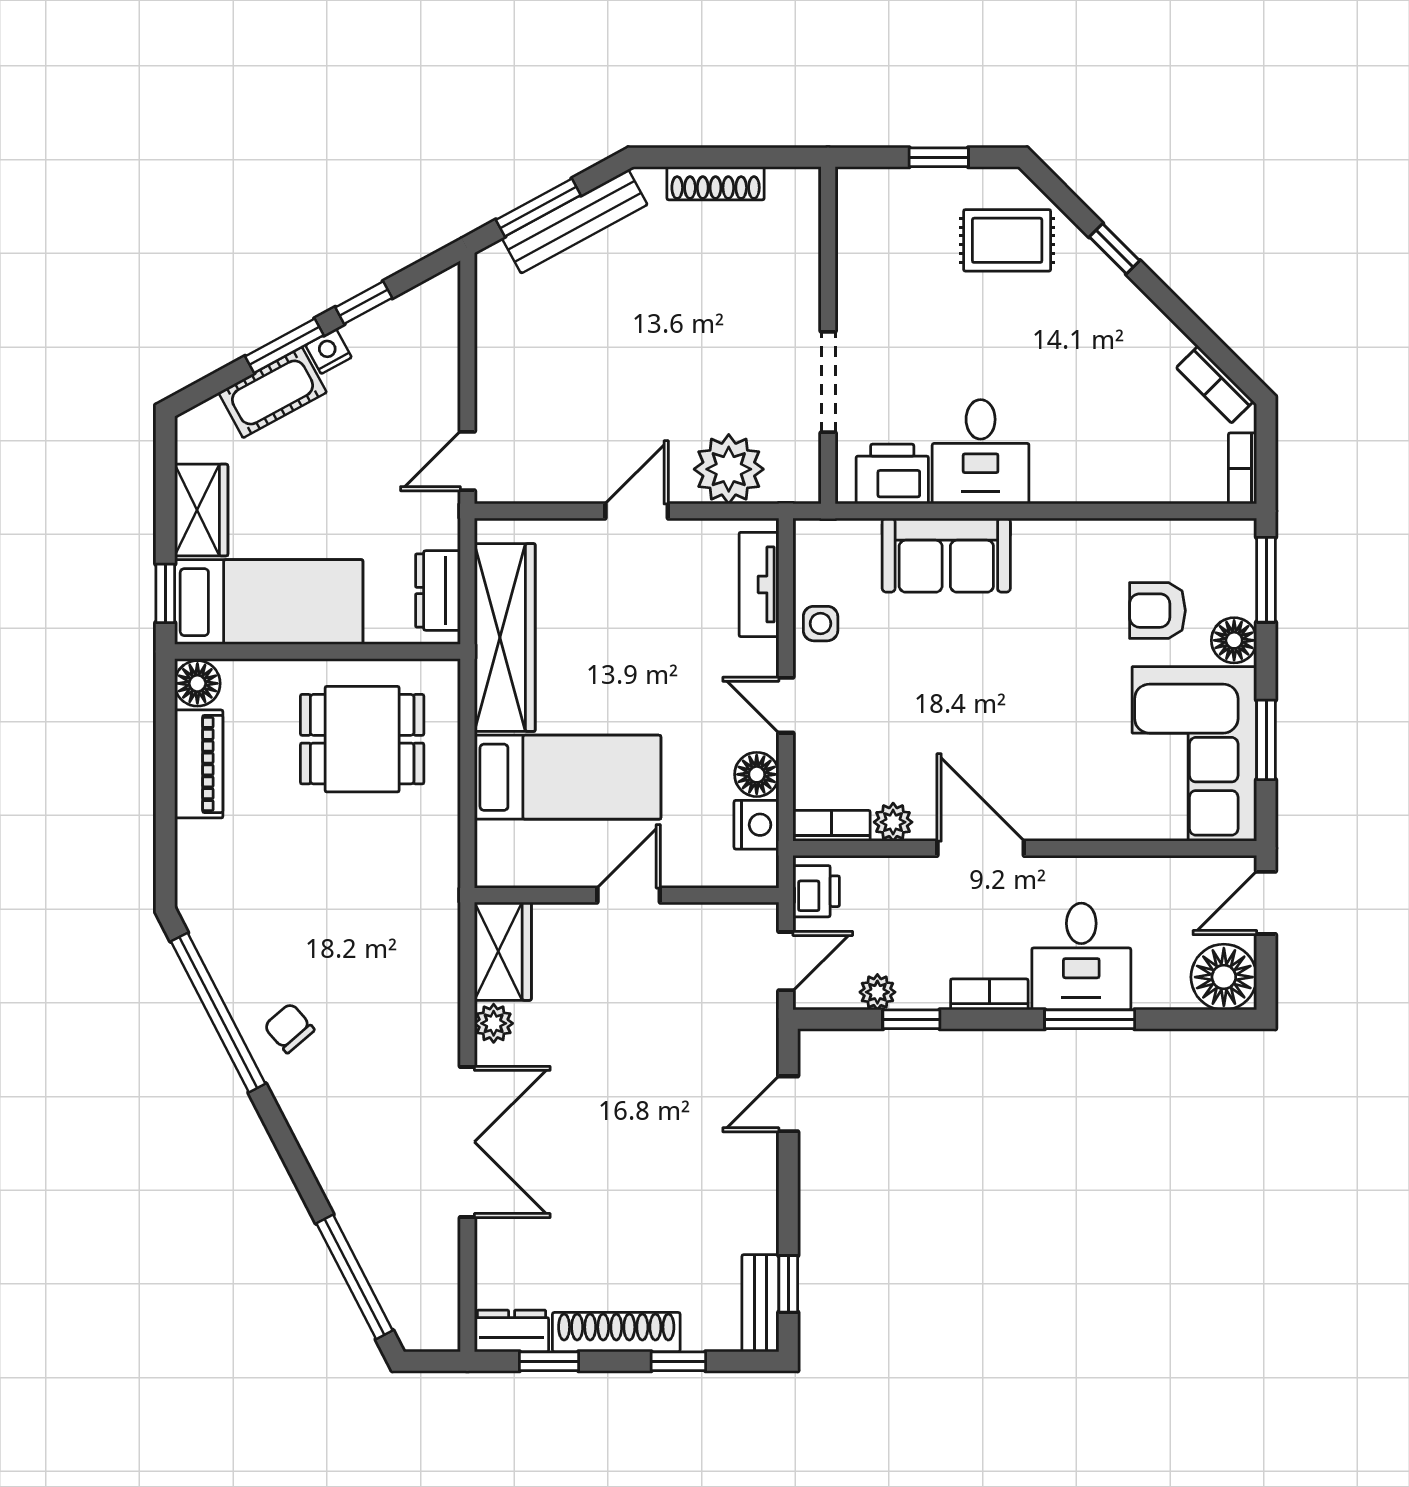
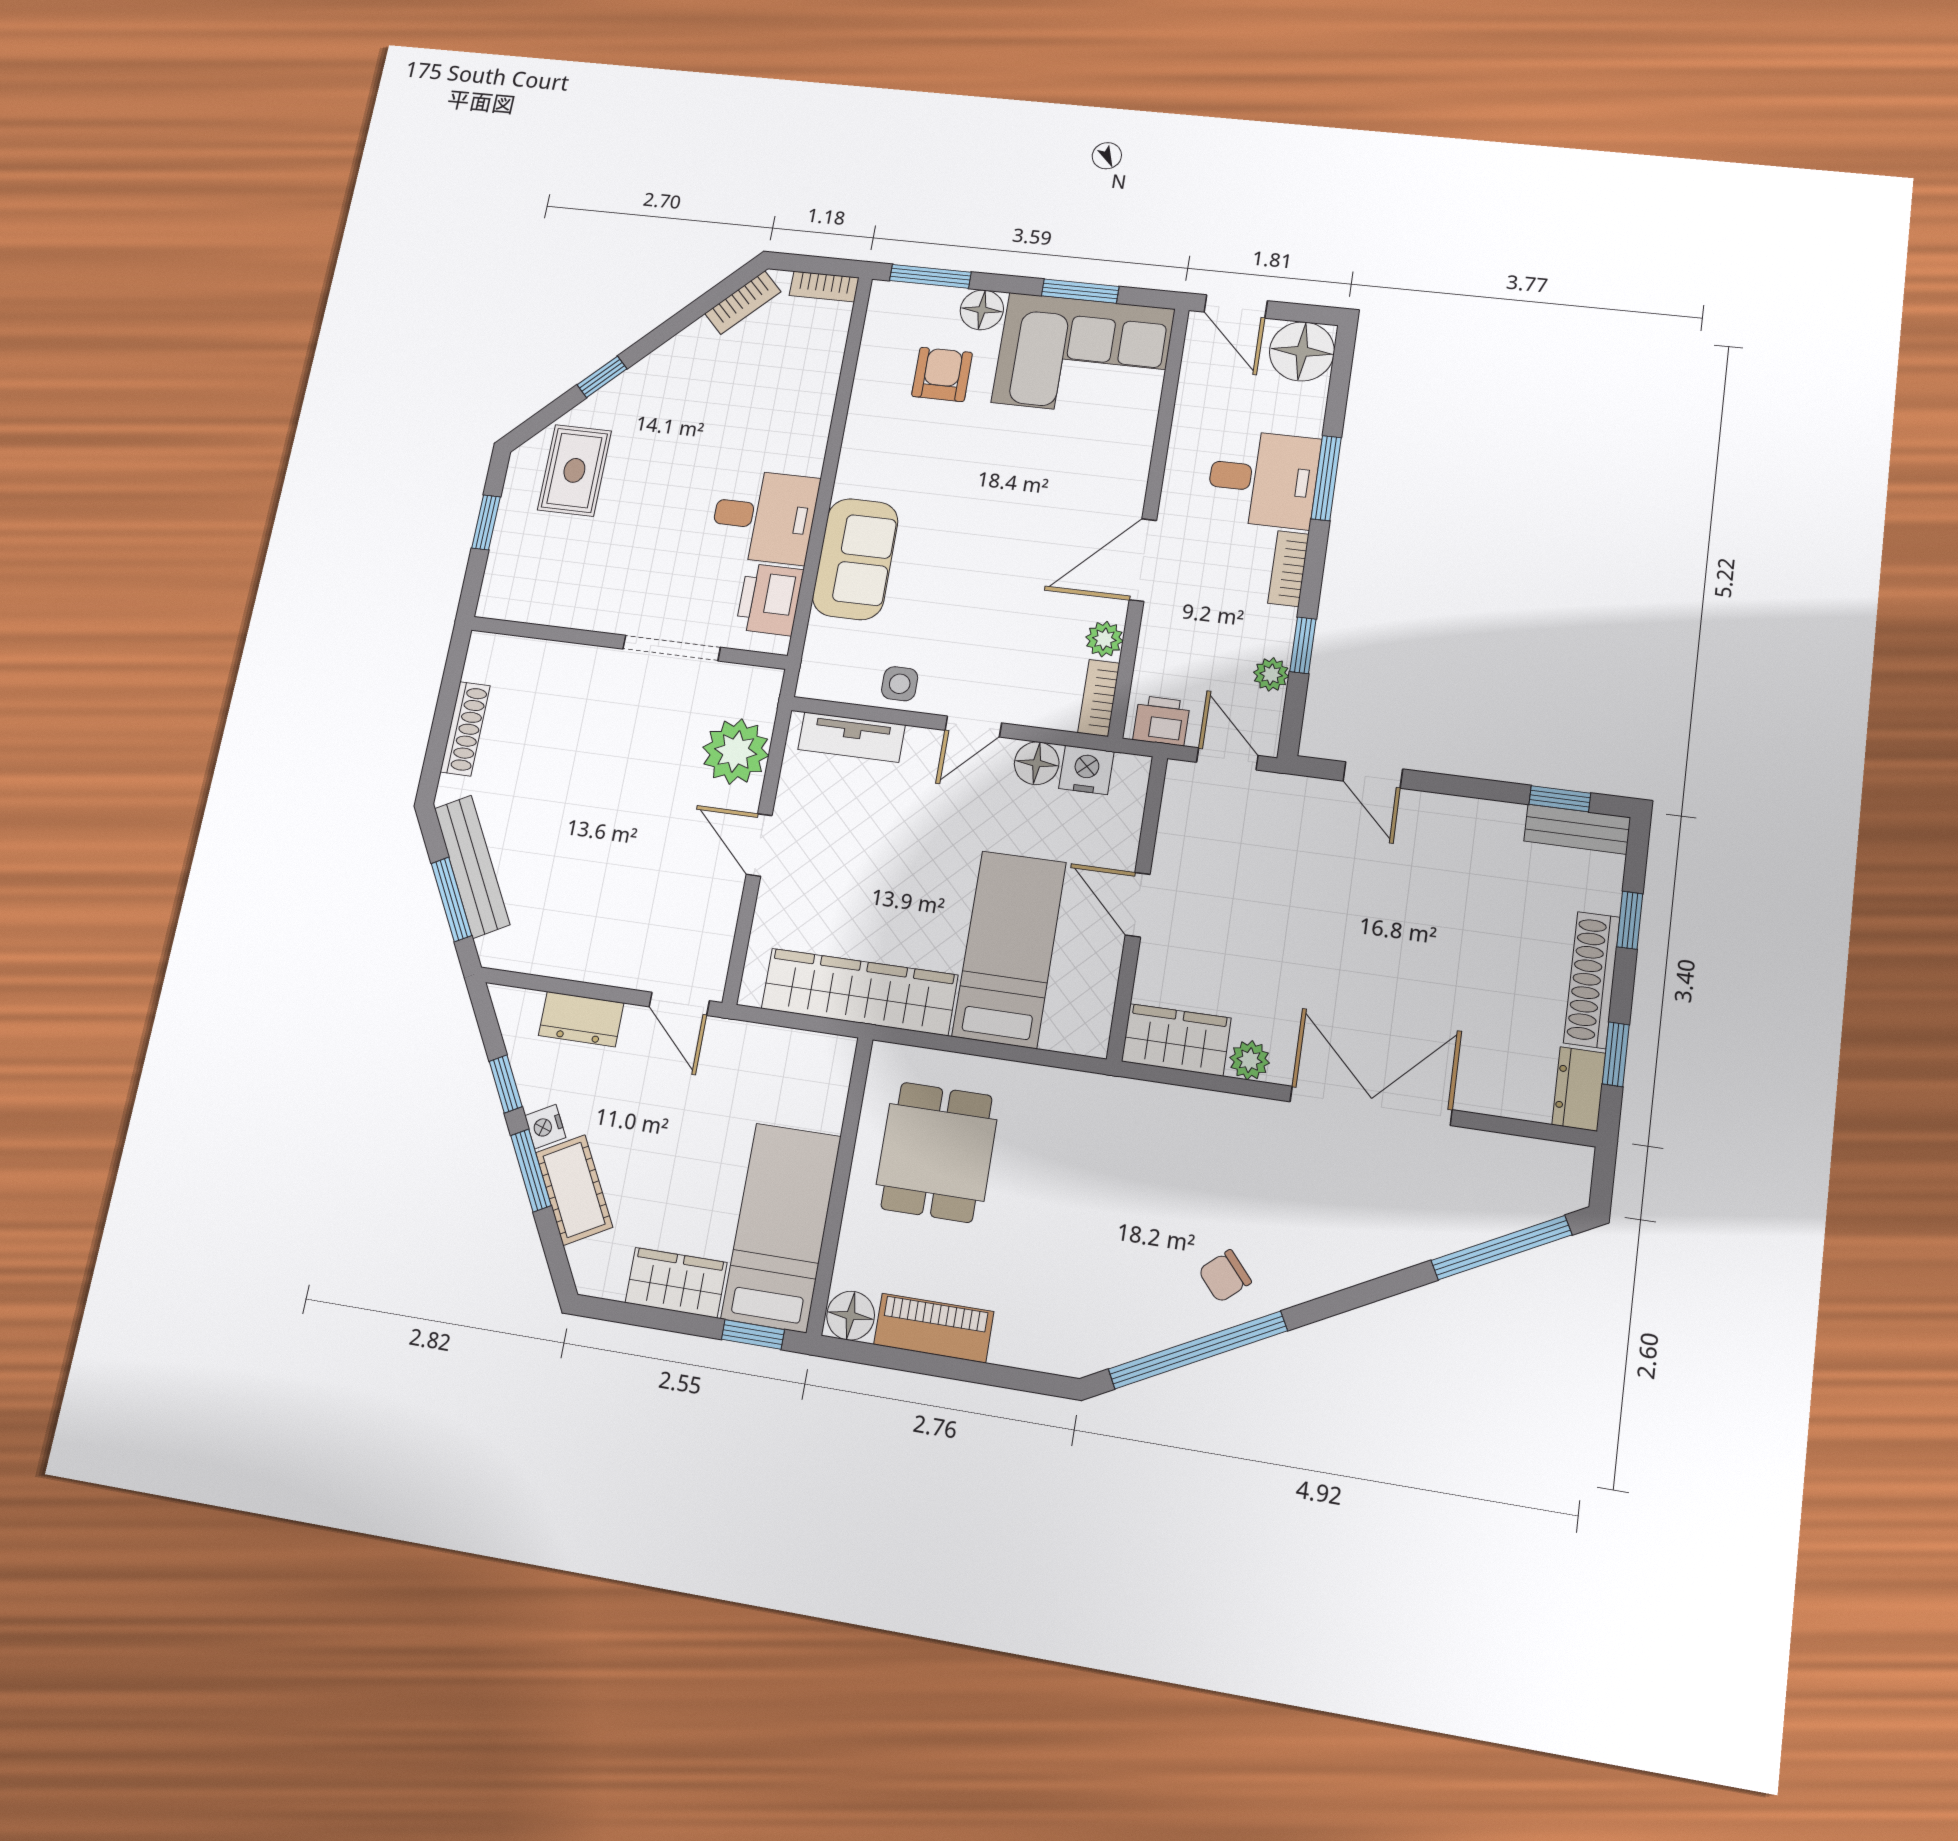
dresser: (438, 591) -> (581, 1019), moved
armchair: (1158, 611) -> (942, 374), turned 180

